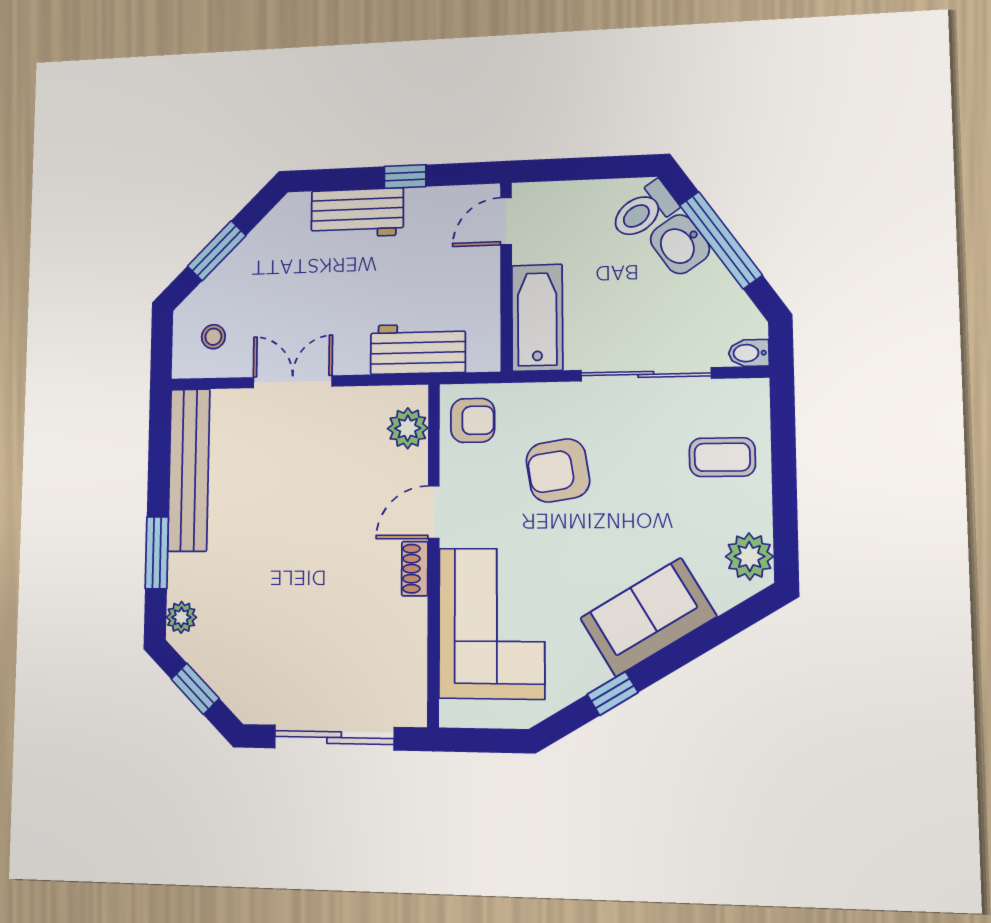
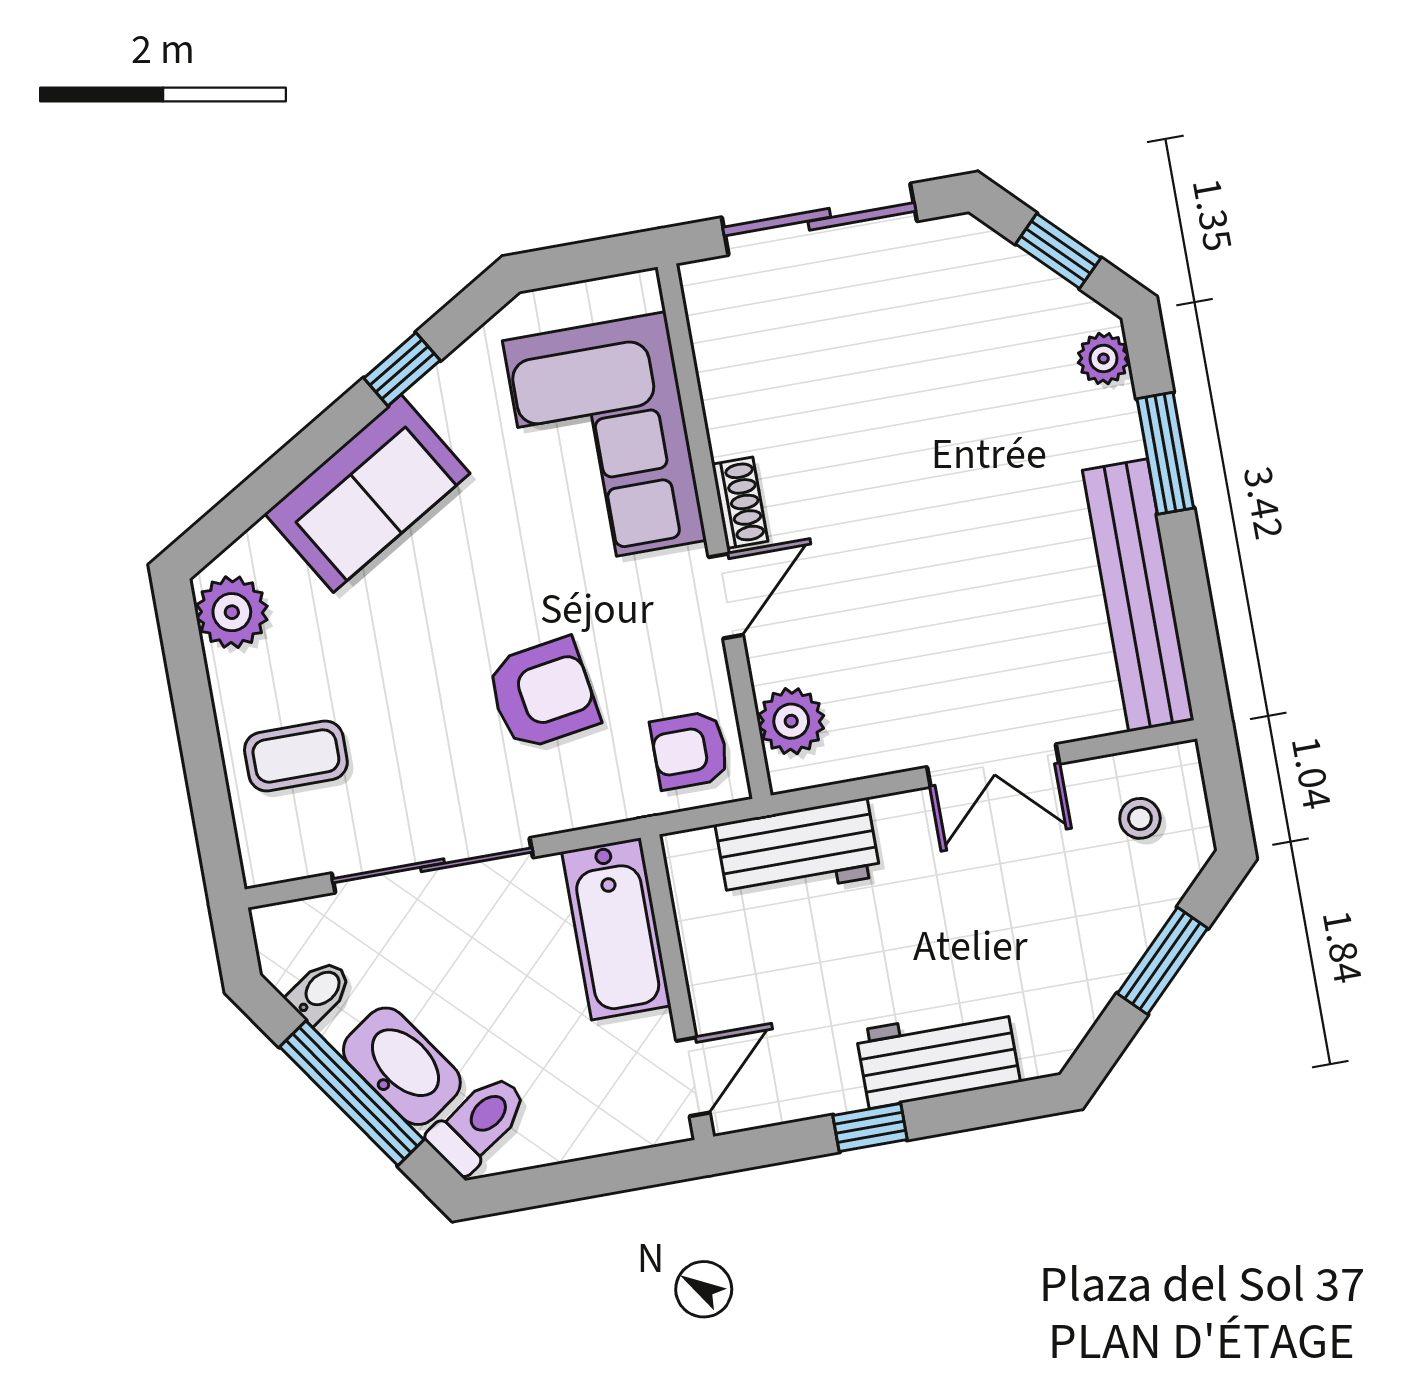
washbasin: (680, 244) -> (402, 1066), width x1.38
bidet: (749, 353) -> (320, 991), moved, turned -35

